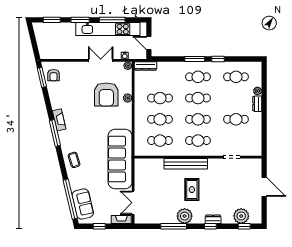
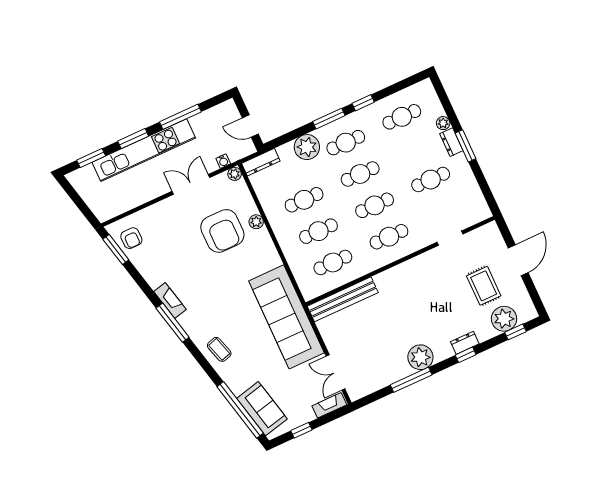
kitchen unit: (108, 29) -> (144, 150), moved
plant: (175, 69) -> (307, 147), added
window: (264, 109) -> (465, 146), added
bench: (186, 164) -> (343, 299), moved
door: (264, 187) -> (518, 260), hinge flipped
rug: (192, 190) -> (484, 286), moved

